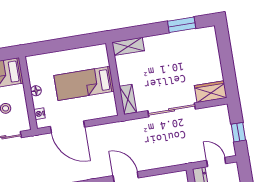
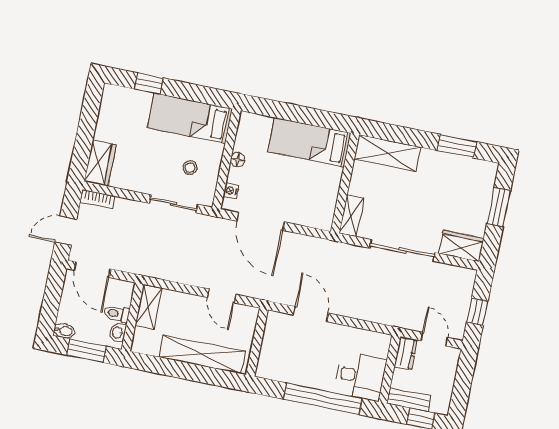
shelving: (128, 46) -> (387, 153), width x1.50, depth x1.33
window: (226, 55) -> (499, 207), added
bed: (84, 83) -> (309, 142), moved

